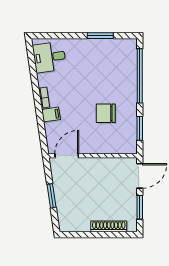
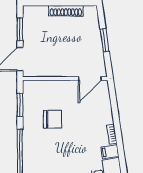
filing cabinet: (51, 115) -> (110, 152), moved
shoe rack: (109, 226) -> (66, 11), moved

